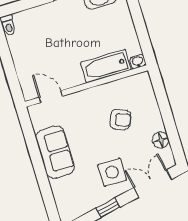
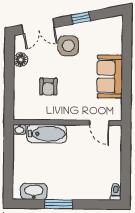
armchair: (120, 120) -> (48, 87), turned -112

